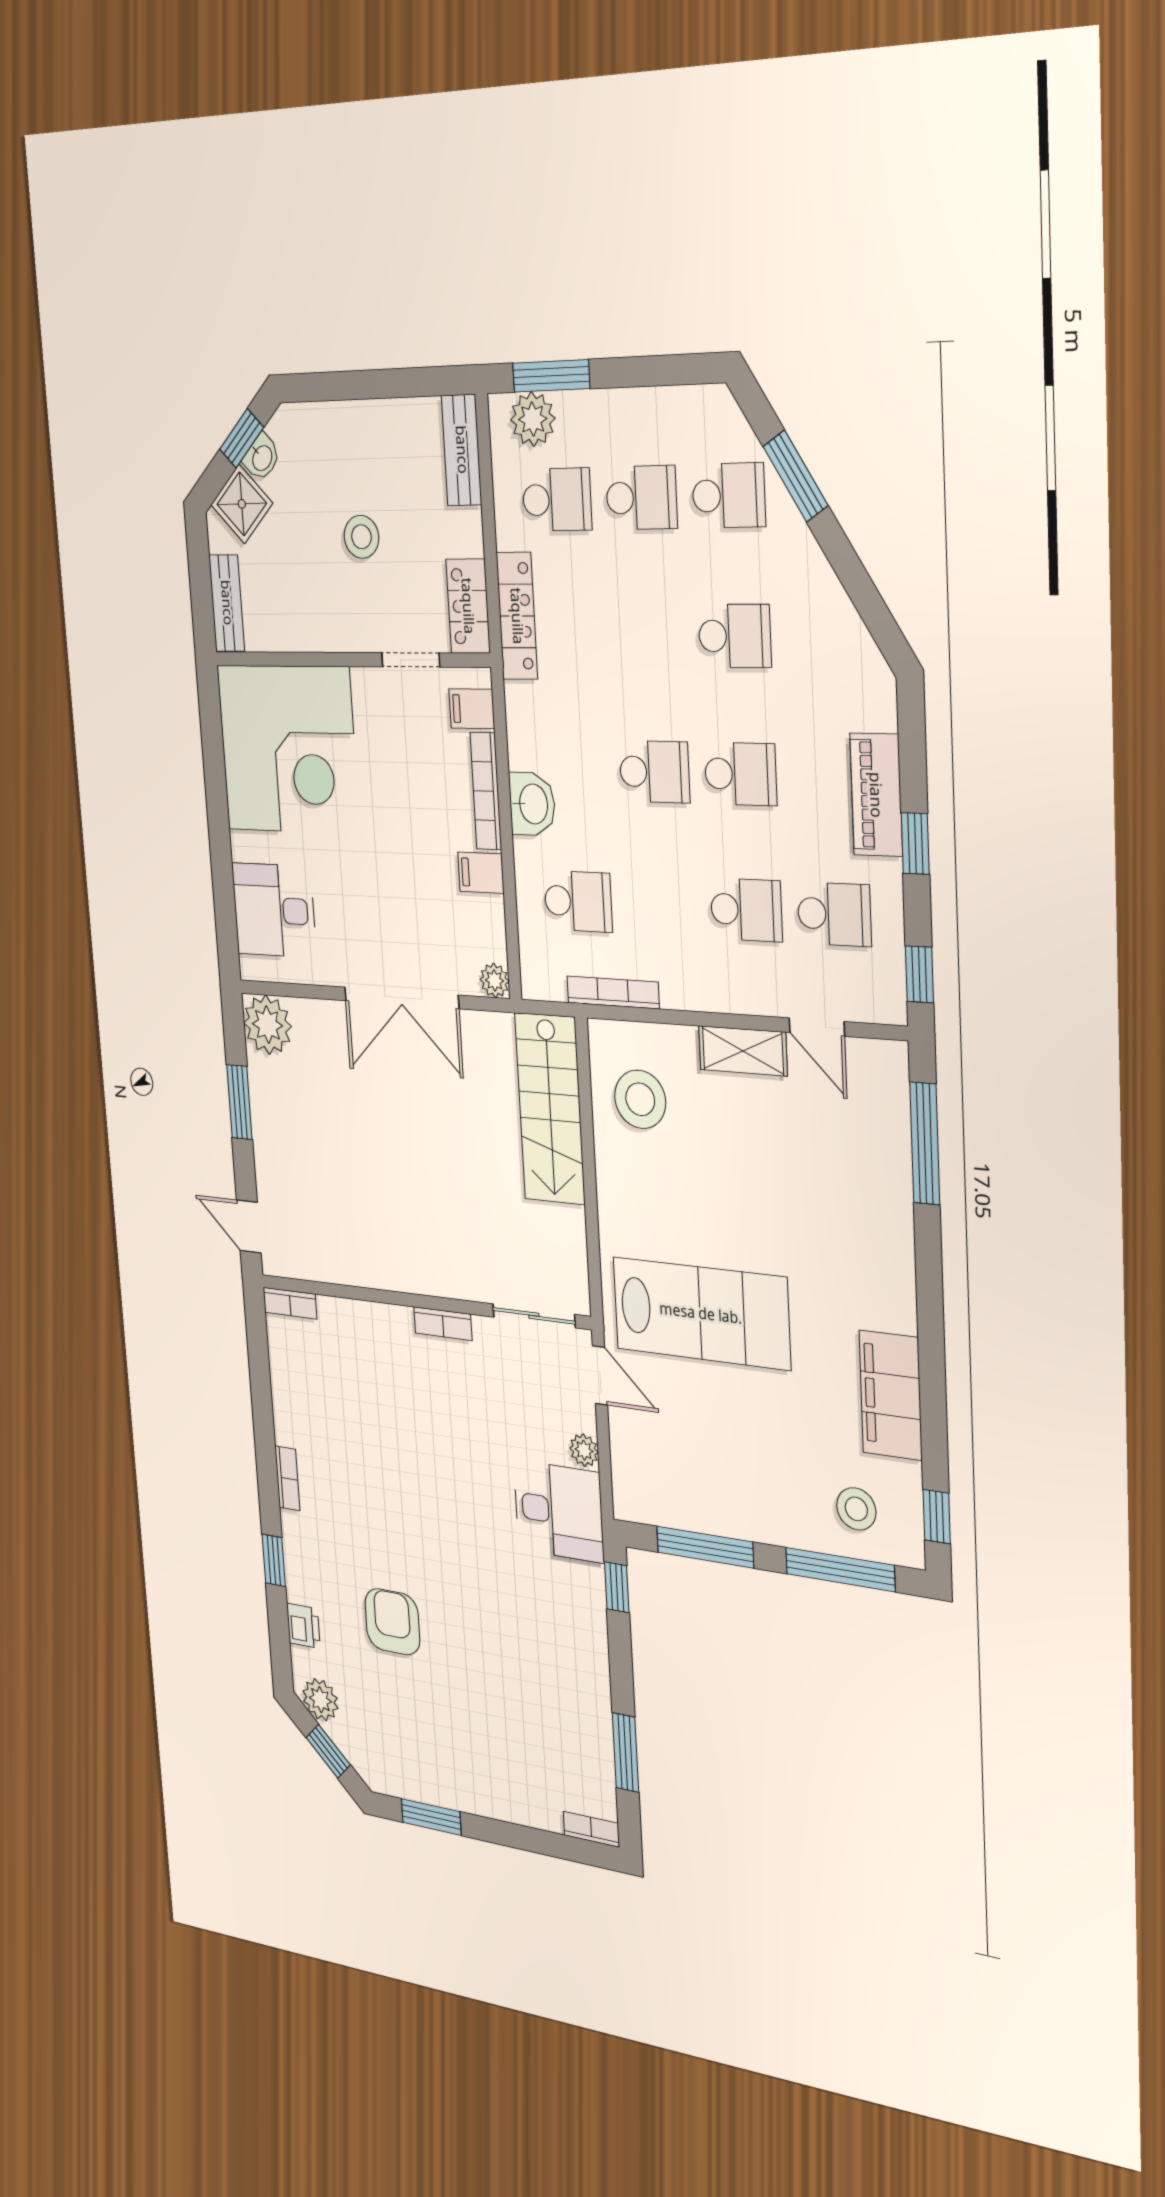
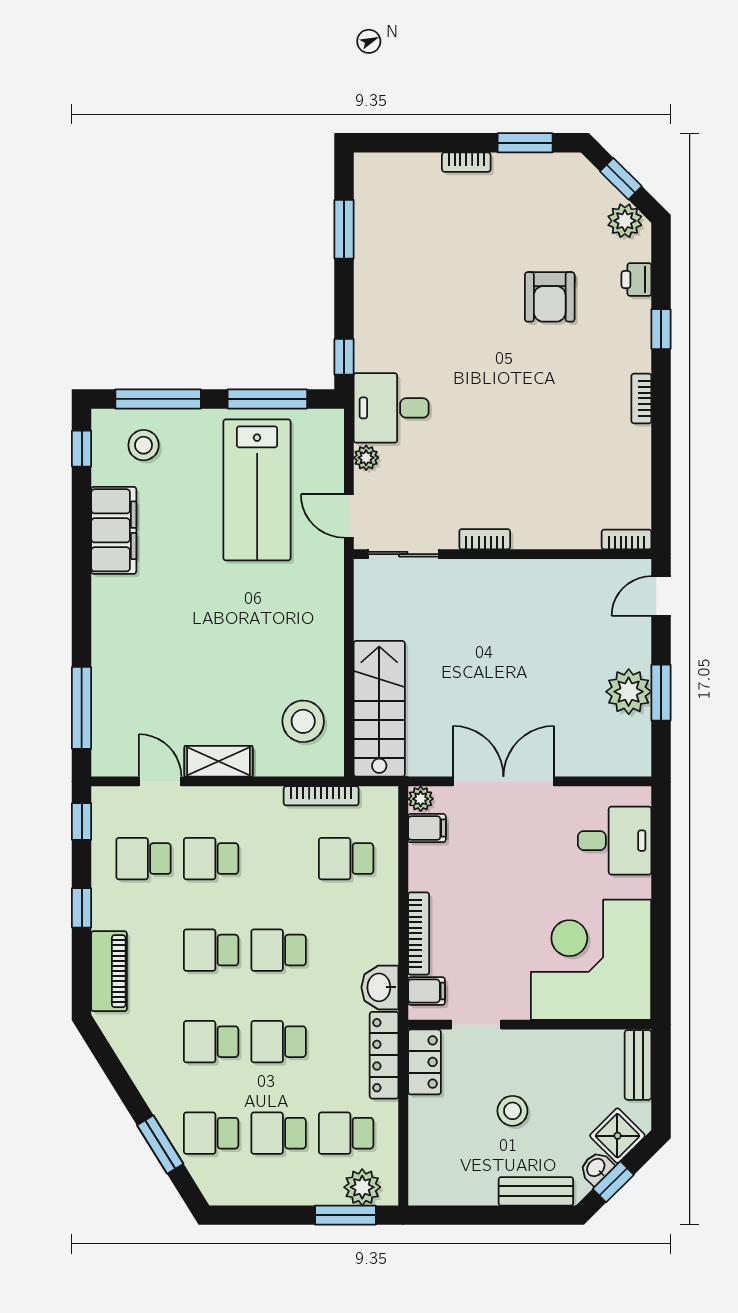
bench: (462, 450) -> (536, 1191), moved, turned 90
school desk: (648, 636) -> (279, 1042), added
piano: (876, 795) -> (109, 971), moved
washbasin: (532, 804) -> (380, 987), moved
filing cabinet: (481, 873) -> (427, 828), moved
plant: (268, 1025) -> (629, 692), moved
door: (249, 1226) -> (661, 596), swing flipped
lab bench: (701, 1313) -> (257, 490), moved, turned -90
bookcase: (591, 1829) -> (466, 162), moved

